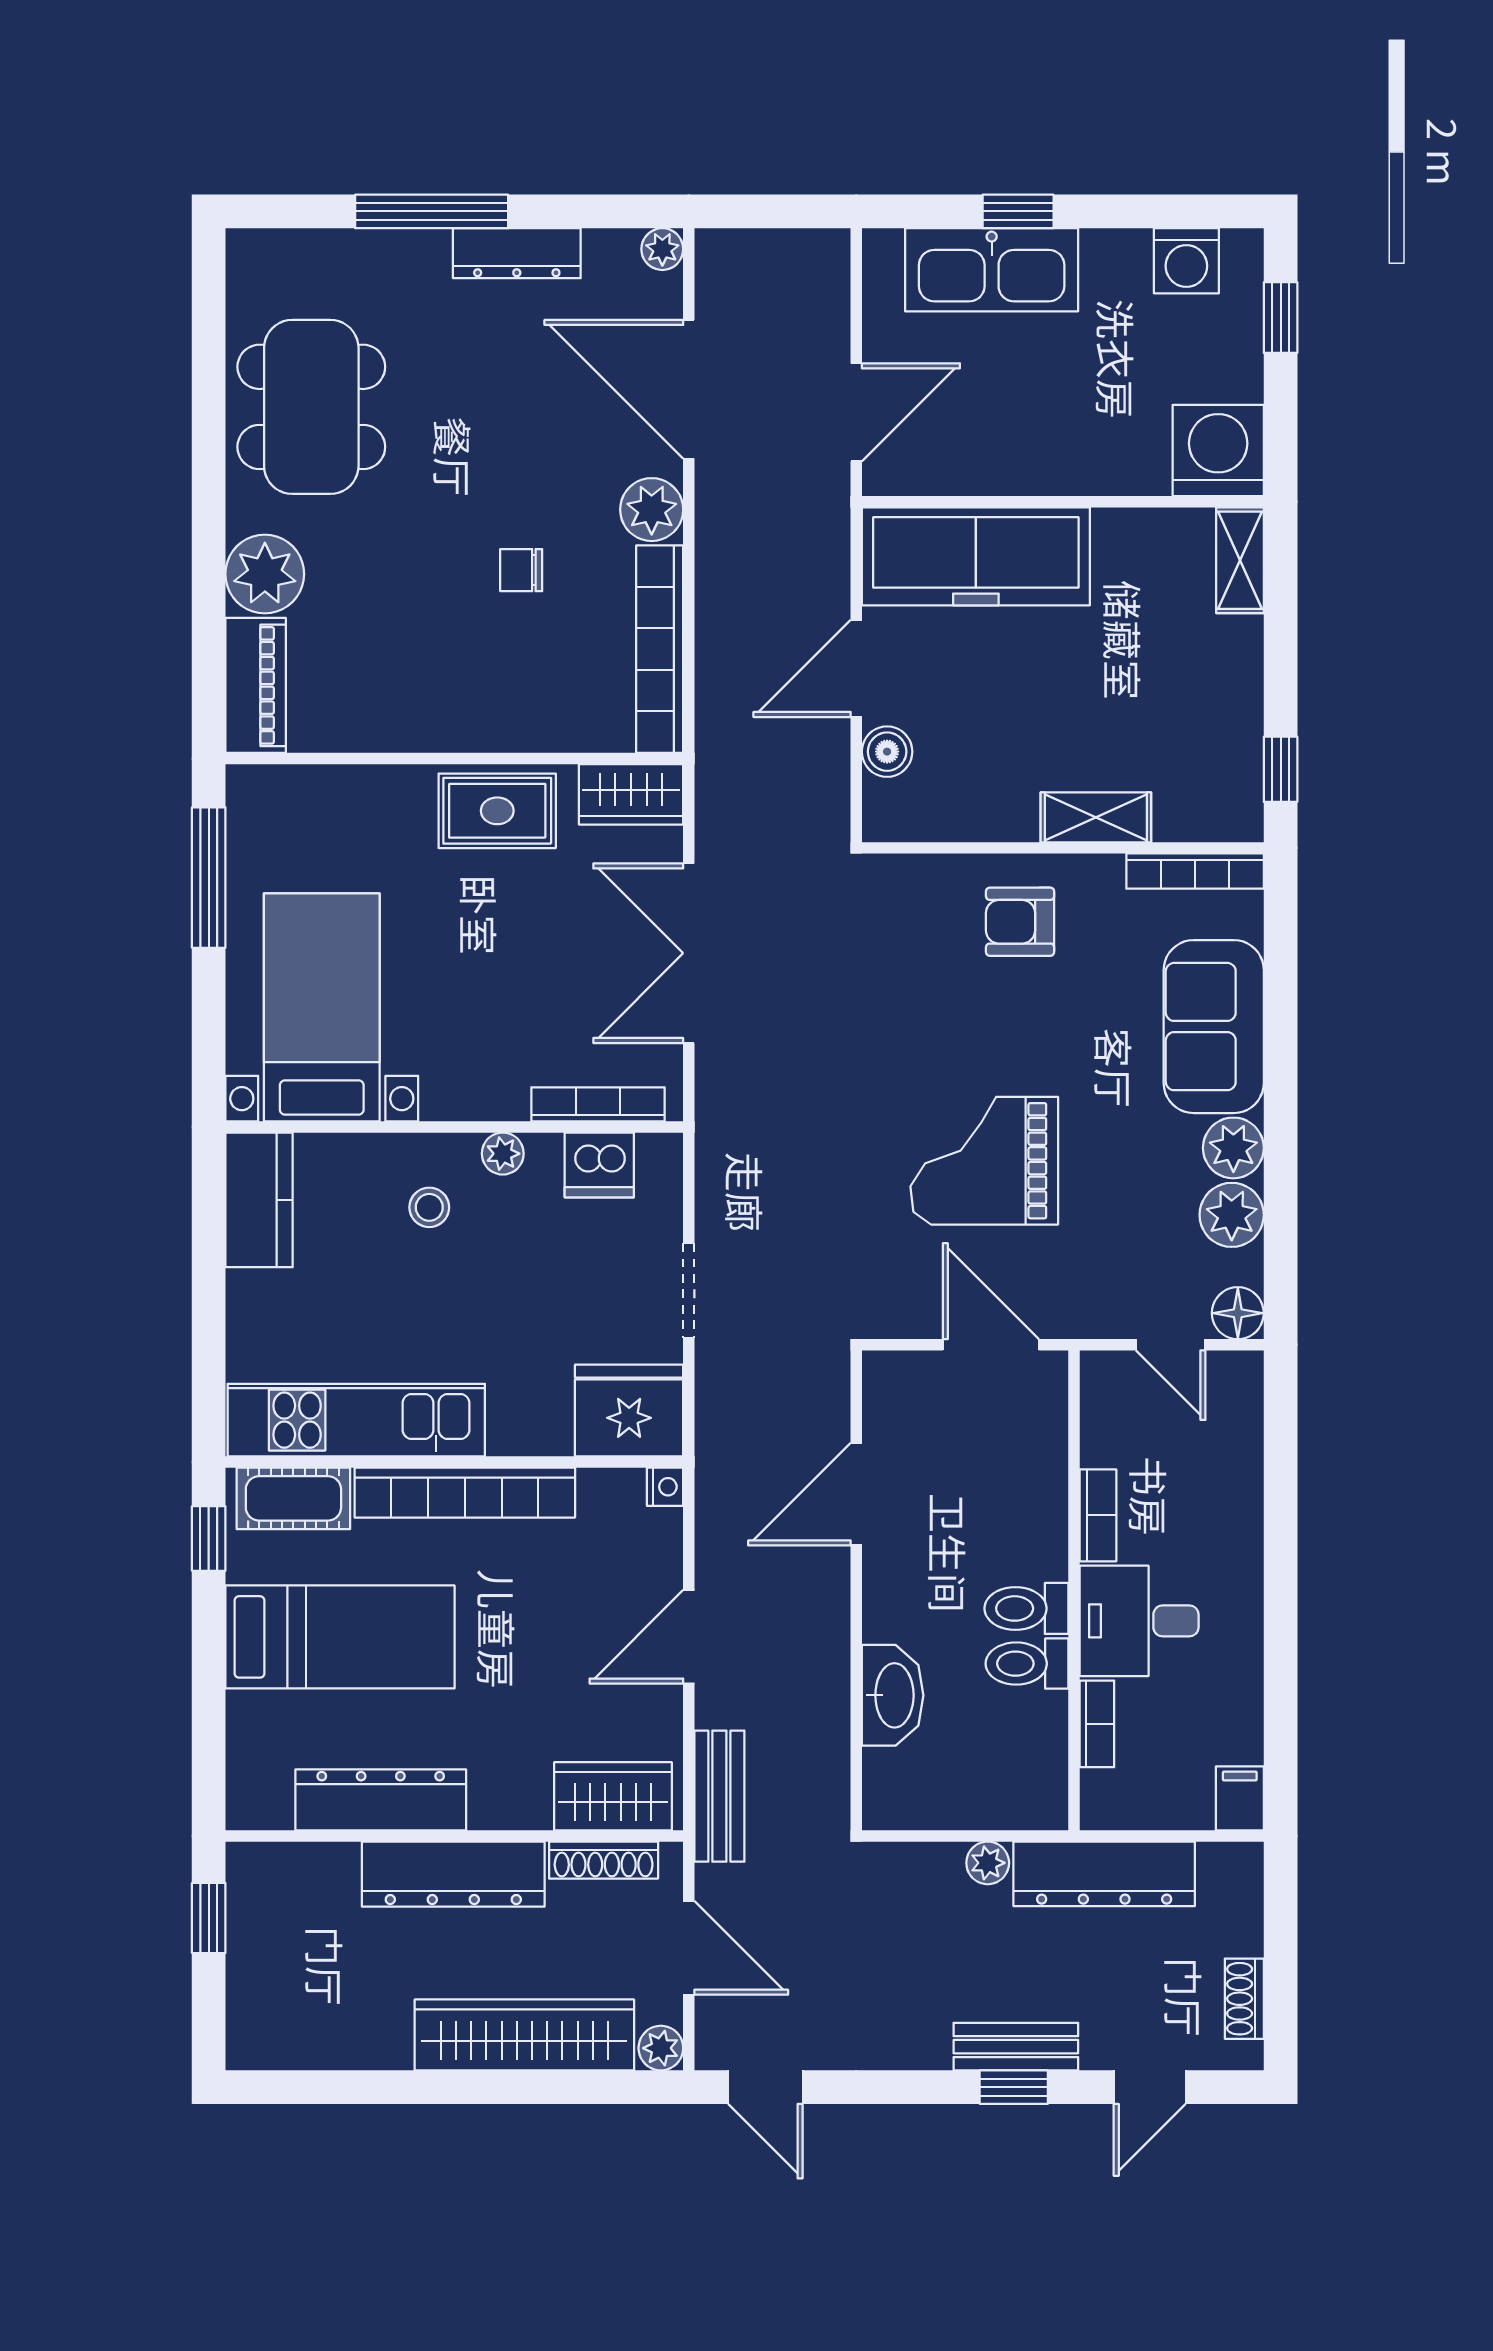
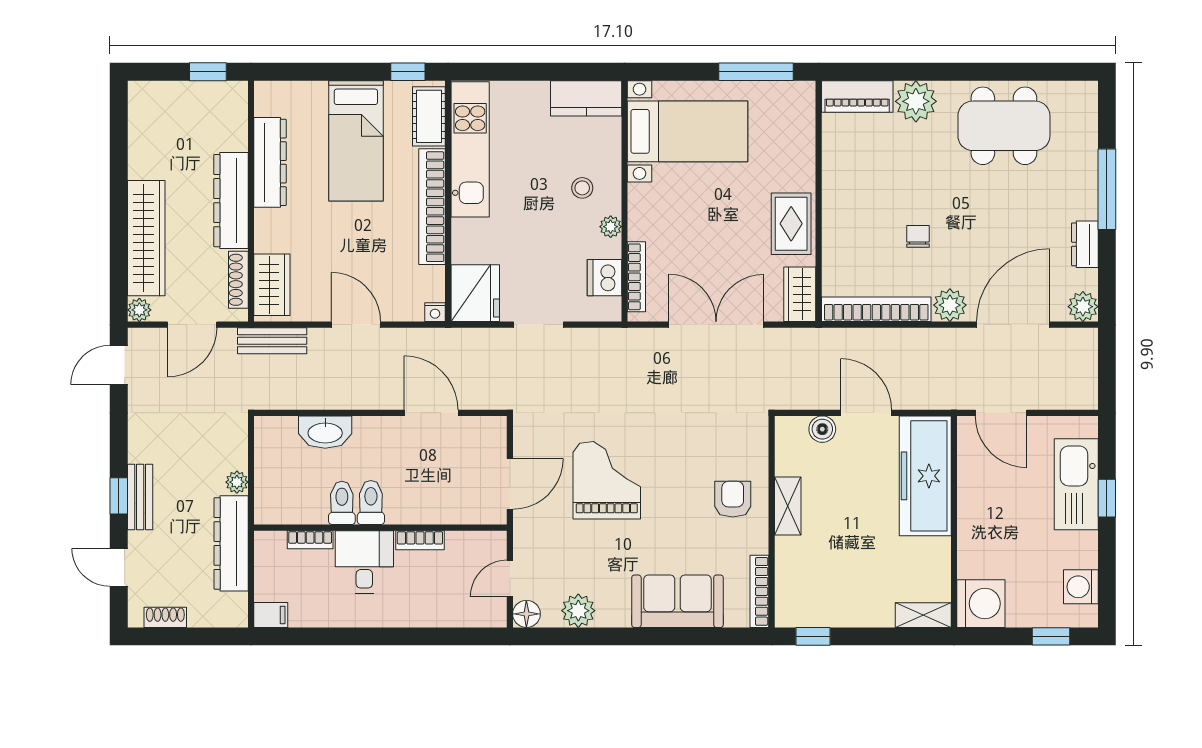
plant: (662, 249) -> (1083, 307), width x1.38, depth x1.38
dresser: (517, 253) -> (1085, 244), width x0.70
shelving: (1096, 817) -> (788, 506), moved
plant: (1233, 1148) -> (614, 612), removed

